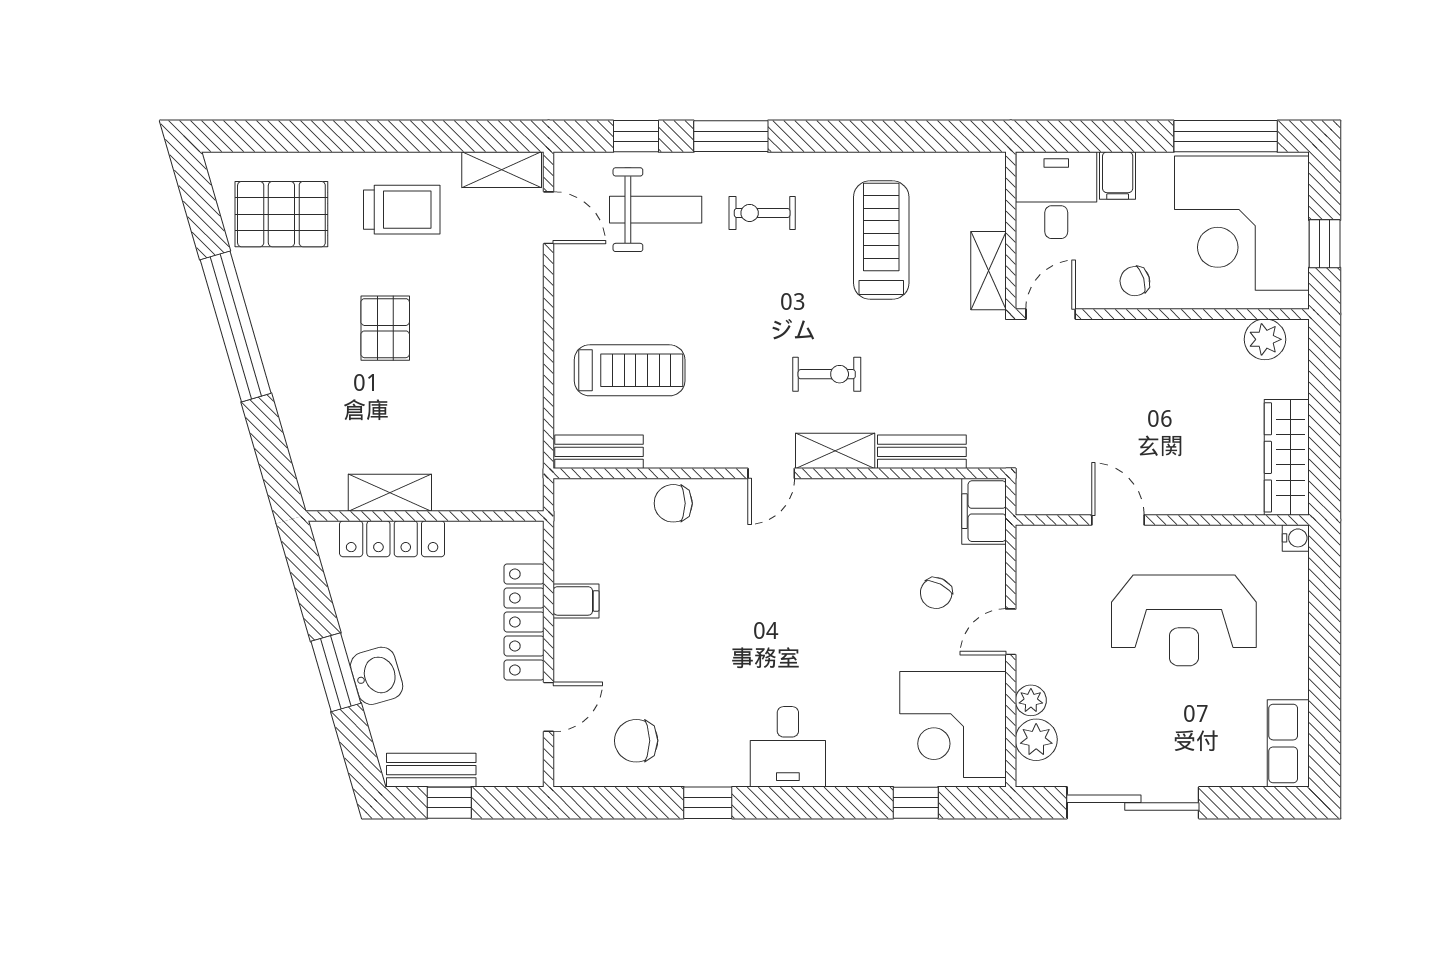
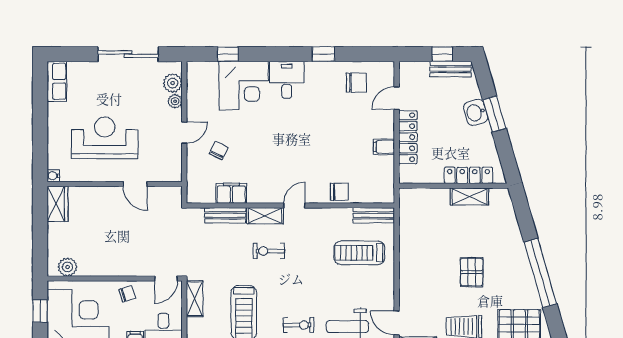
wardrobe: (1287, 457) -> (58, 204), width x0.67
filing cabinet: (984, 511) -> (231, 193), moved, turned -90
corner desk: (953, 724) -> (244, 86), moved, turned 90

